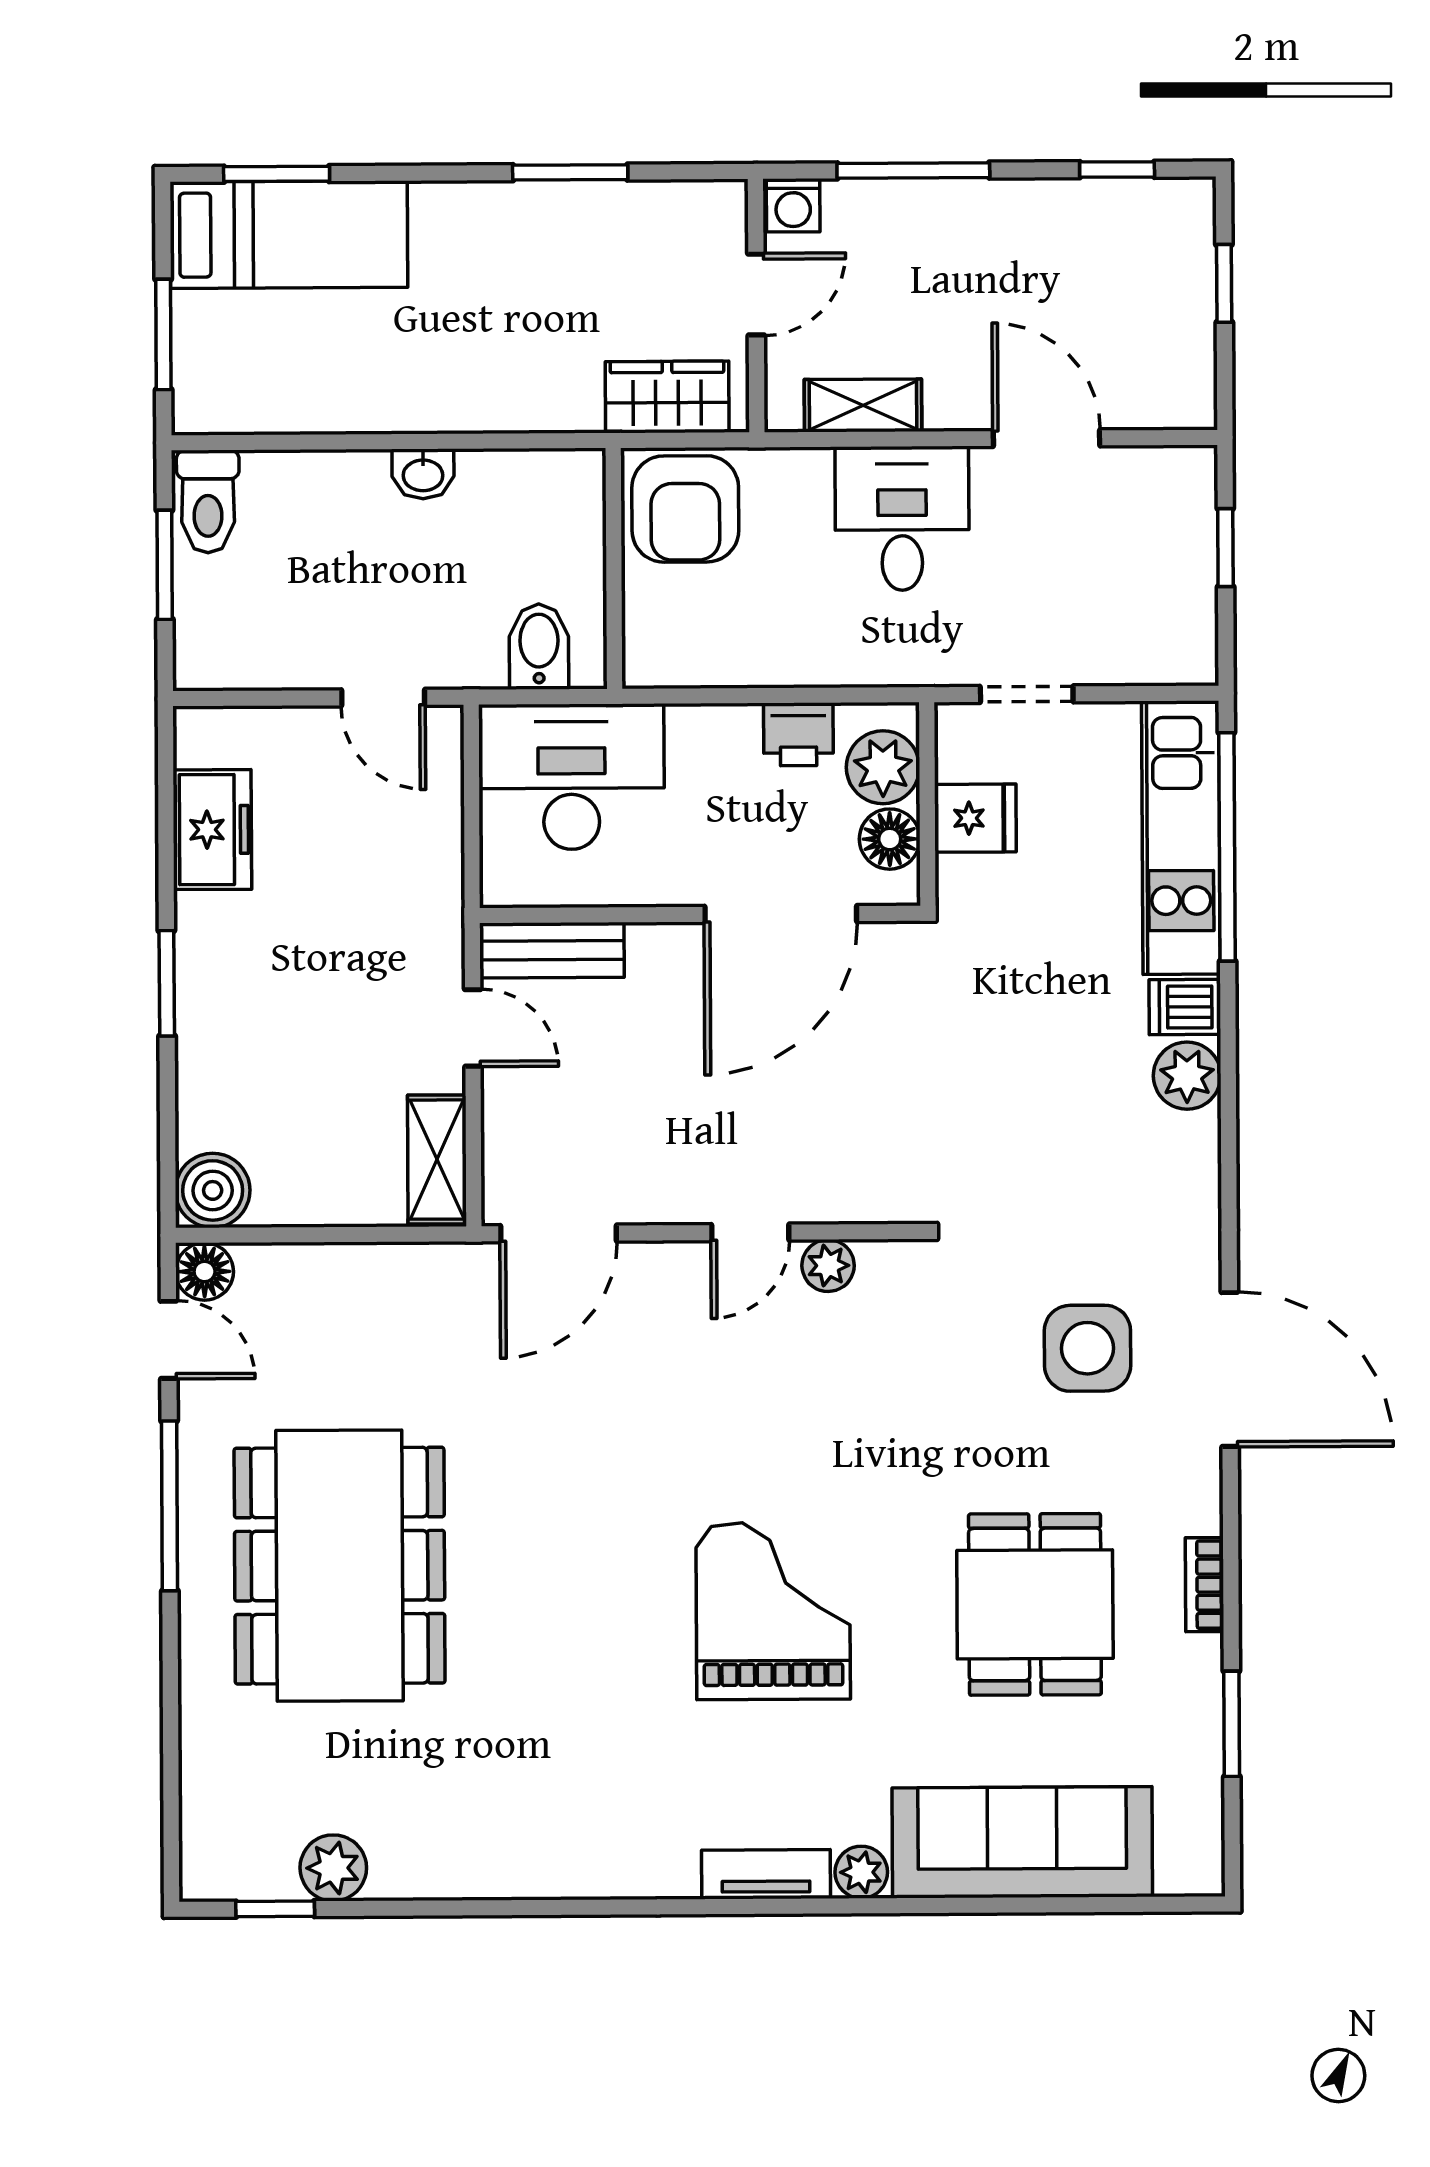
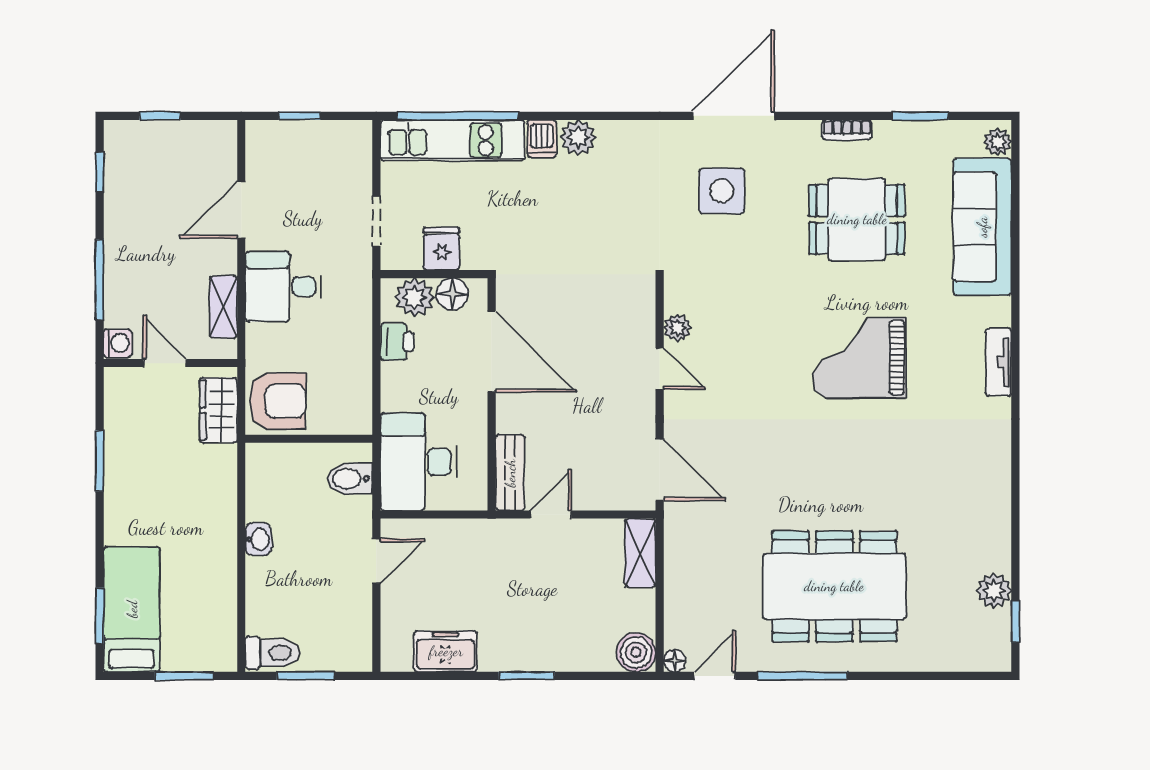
shelving: (437, 1160) -> (640, 553), moved, turned 90
floor lamp: (205, 1272) -> (675, 661), width x0.73, depth x0.73
plant: (861, 1872) -> (998, 142), moved

